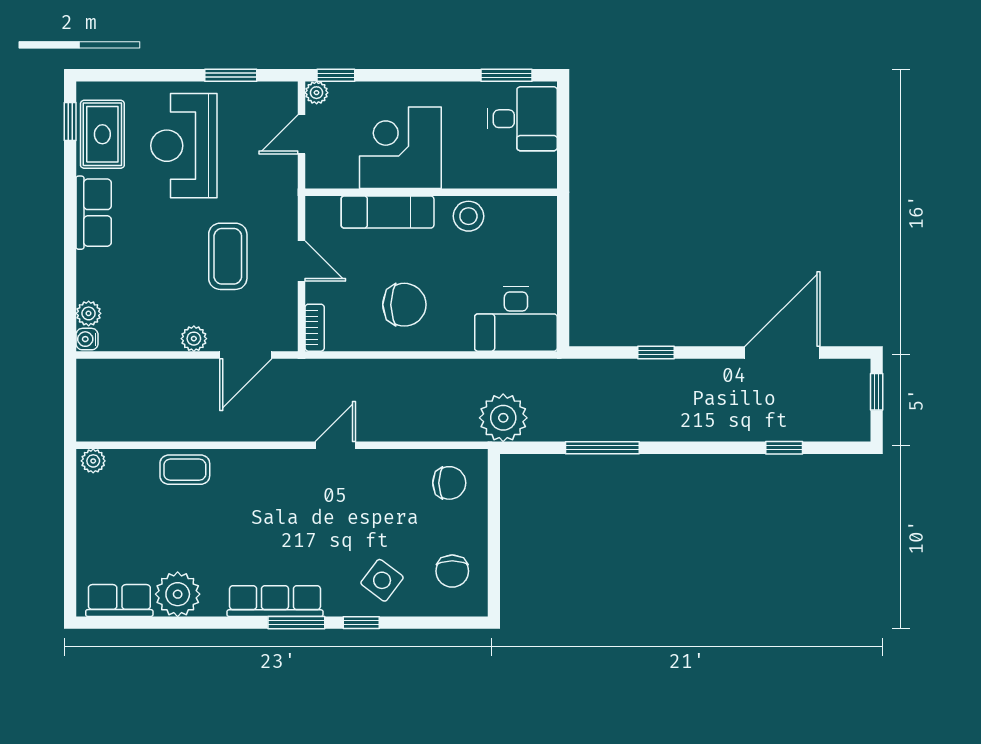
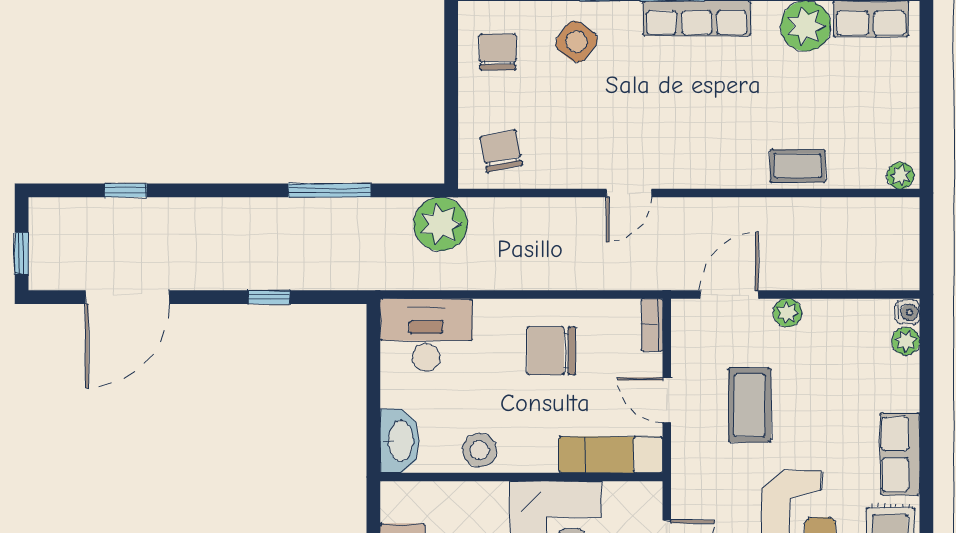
exam couch: (388, 212) -> (611, 455), moved
washbasin: (540, 224) -> (400, 441), added
chair: (449, 483) -> (501, 151), turned 79

